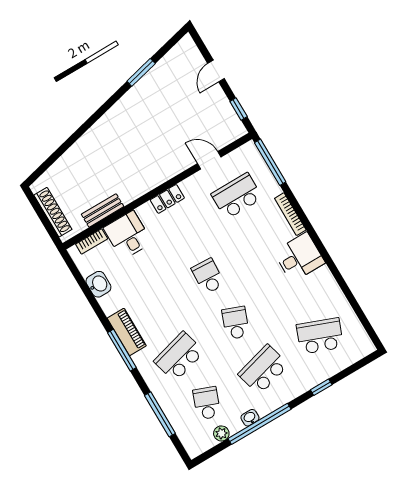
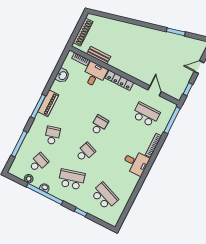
locker: (167, 199) -> (119, 80), width x1.53
school desk: (179, 357) -> (52, 135), width x0.54

